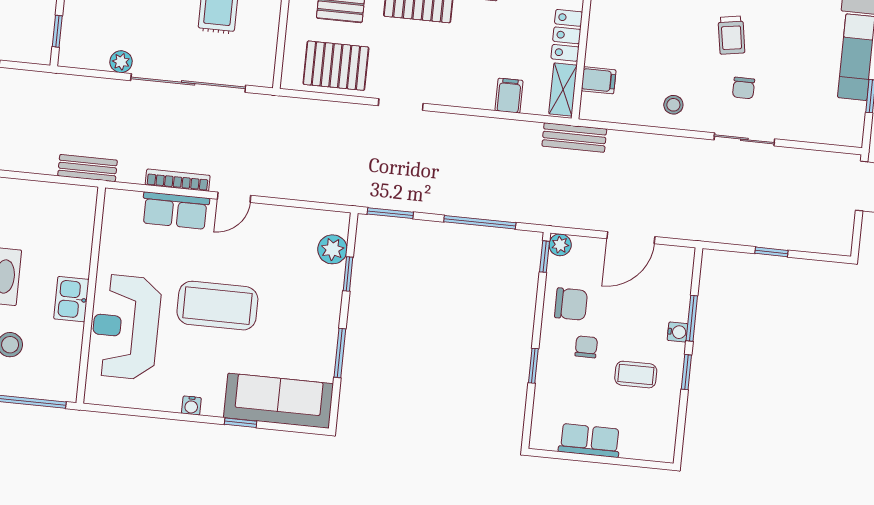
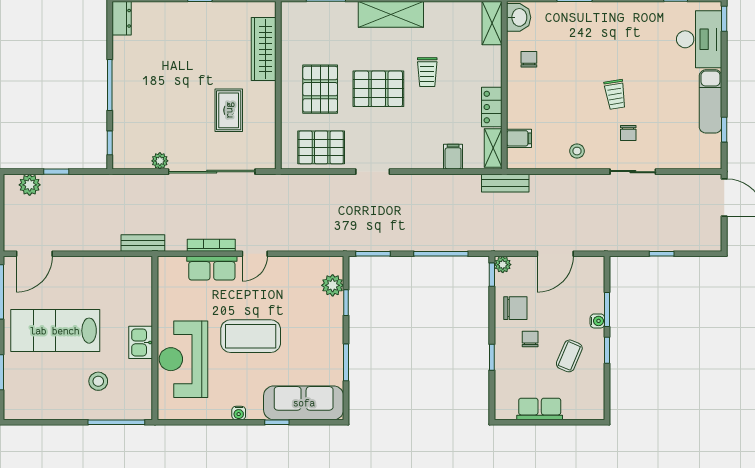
coffee table: (636, 375) -> (569, 356), turned -67

